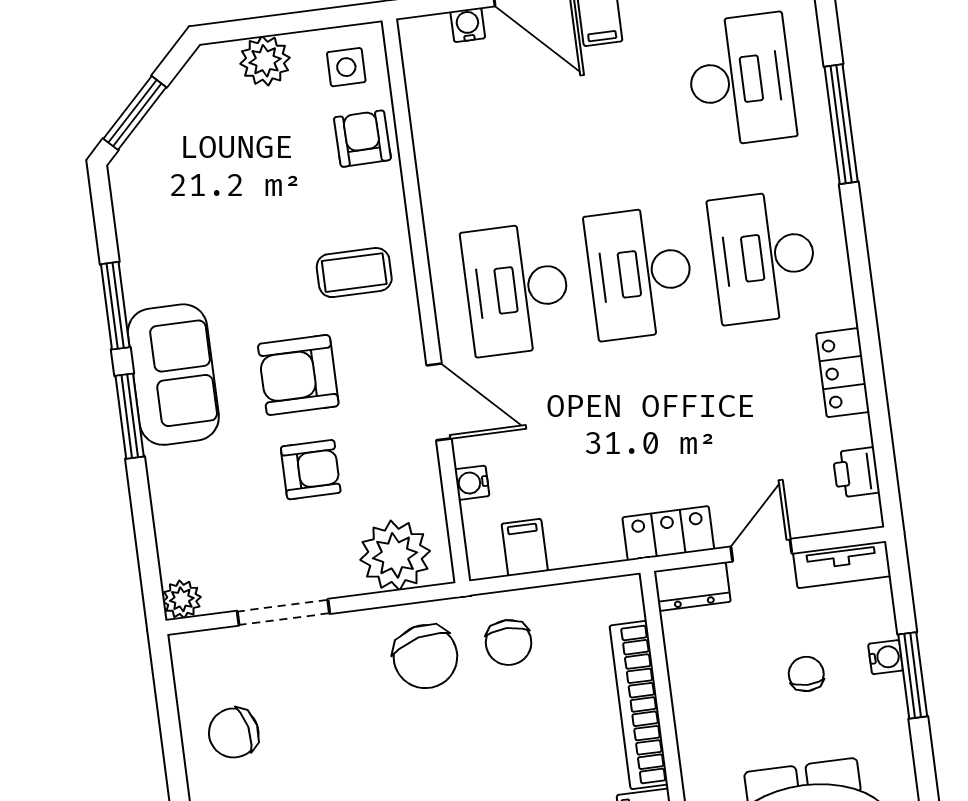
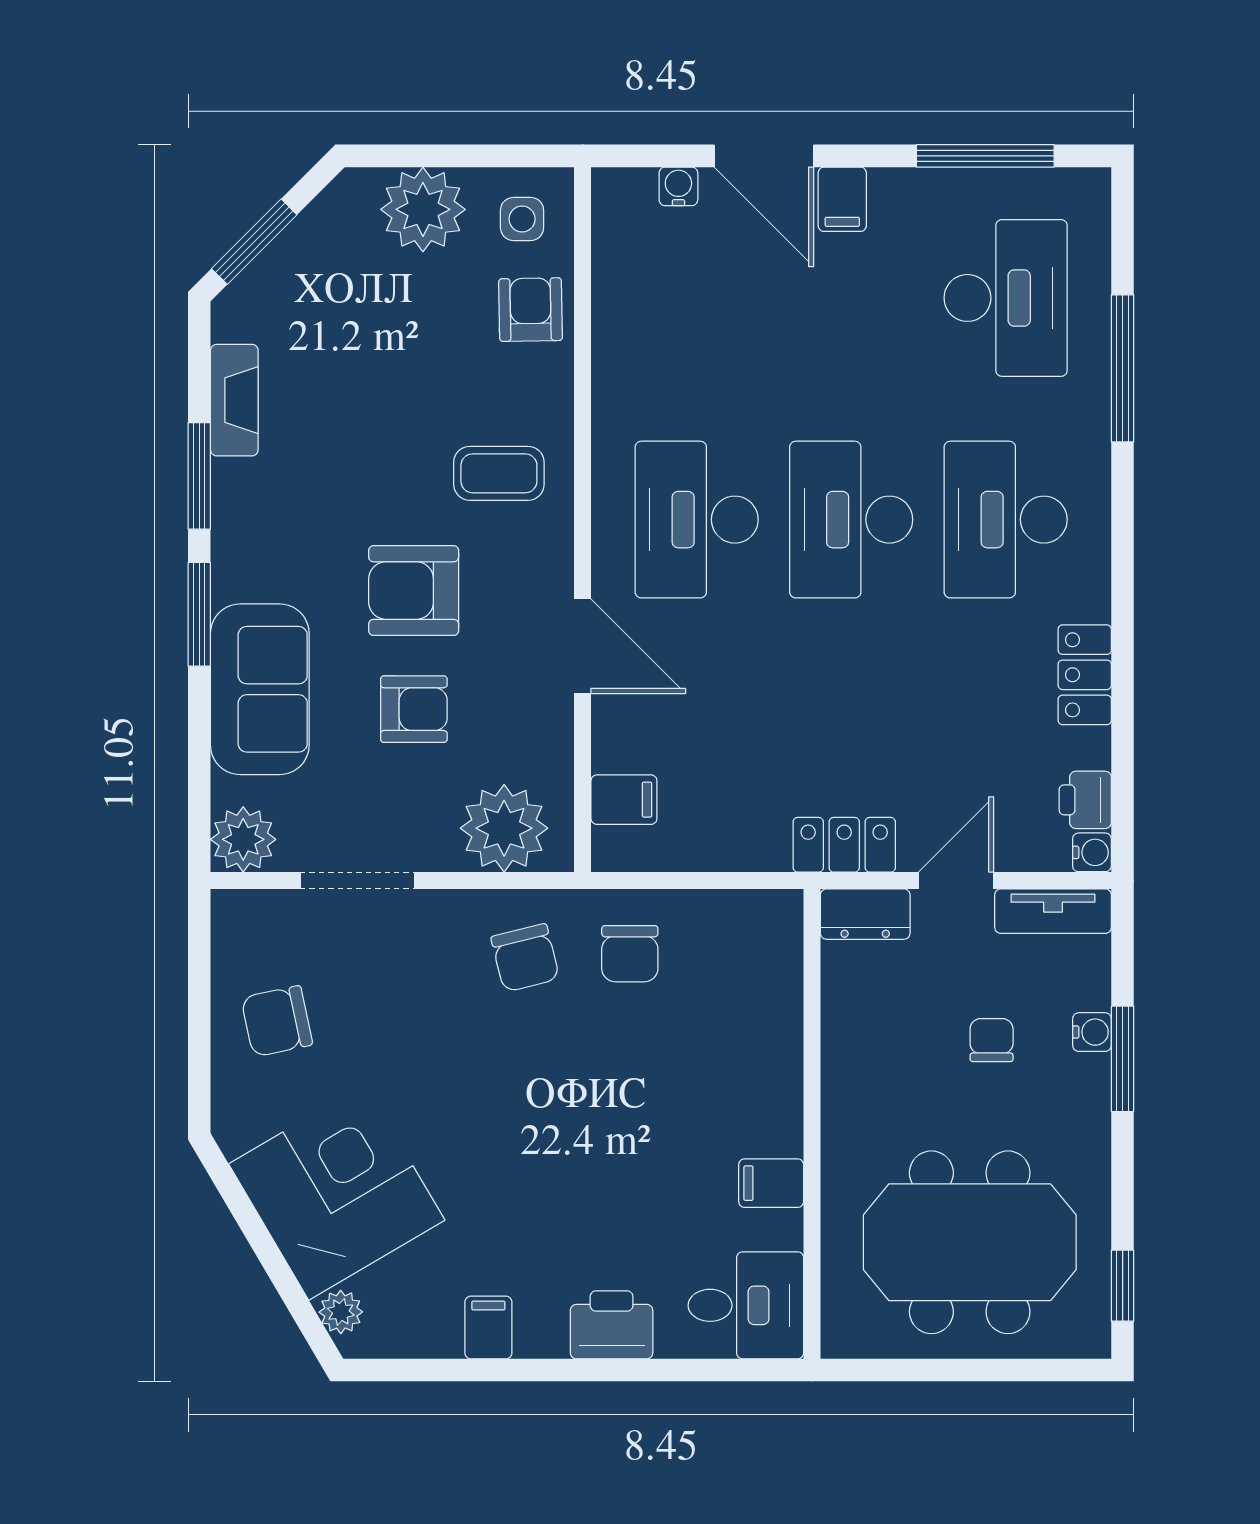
plant: (265, 61) -> (423, 209), width x1.36, depth x1.36
fireplace: (135, 242) -> (234, 400), added
sofa: (173, 375) -> (260, 689), moved
water cooler: (472, 483) -> (1092, 852), moved, turned 180
filing cabinet: (525, 547) -> (624, 800), moved, turned 90
plant: (182, 599) -> (243, 839), width x1.38, depth x1.38
chair: (425, 657) -> (525, 958), width x0.73, depth x0.73
bookcase: (639, 705) -> (780, 1052), removed

